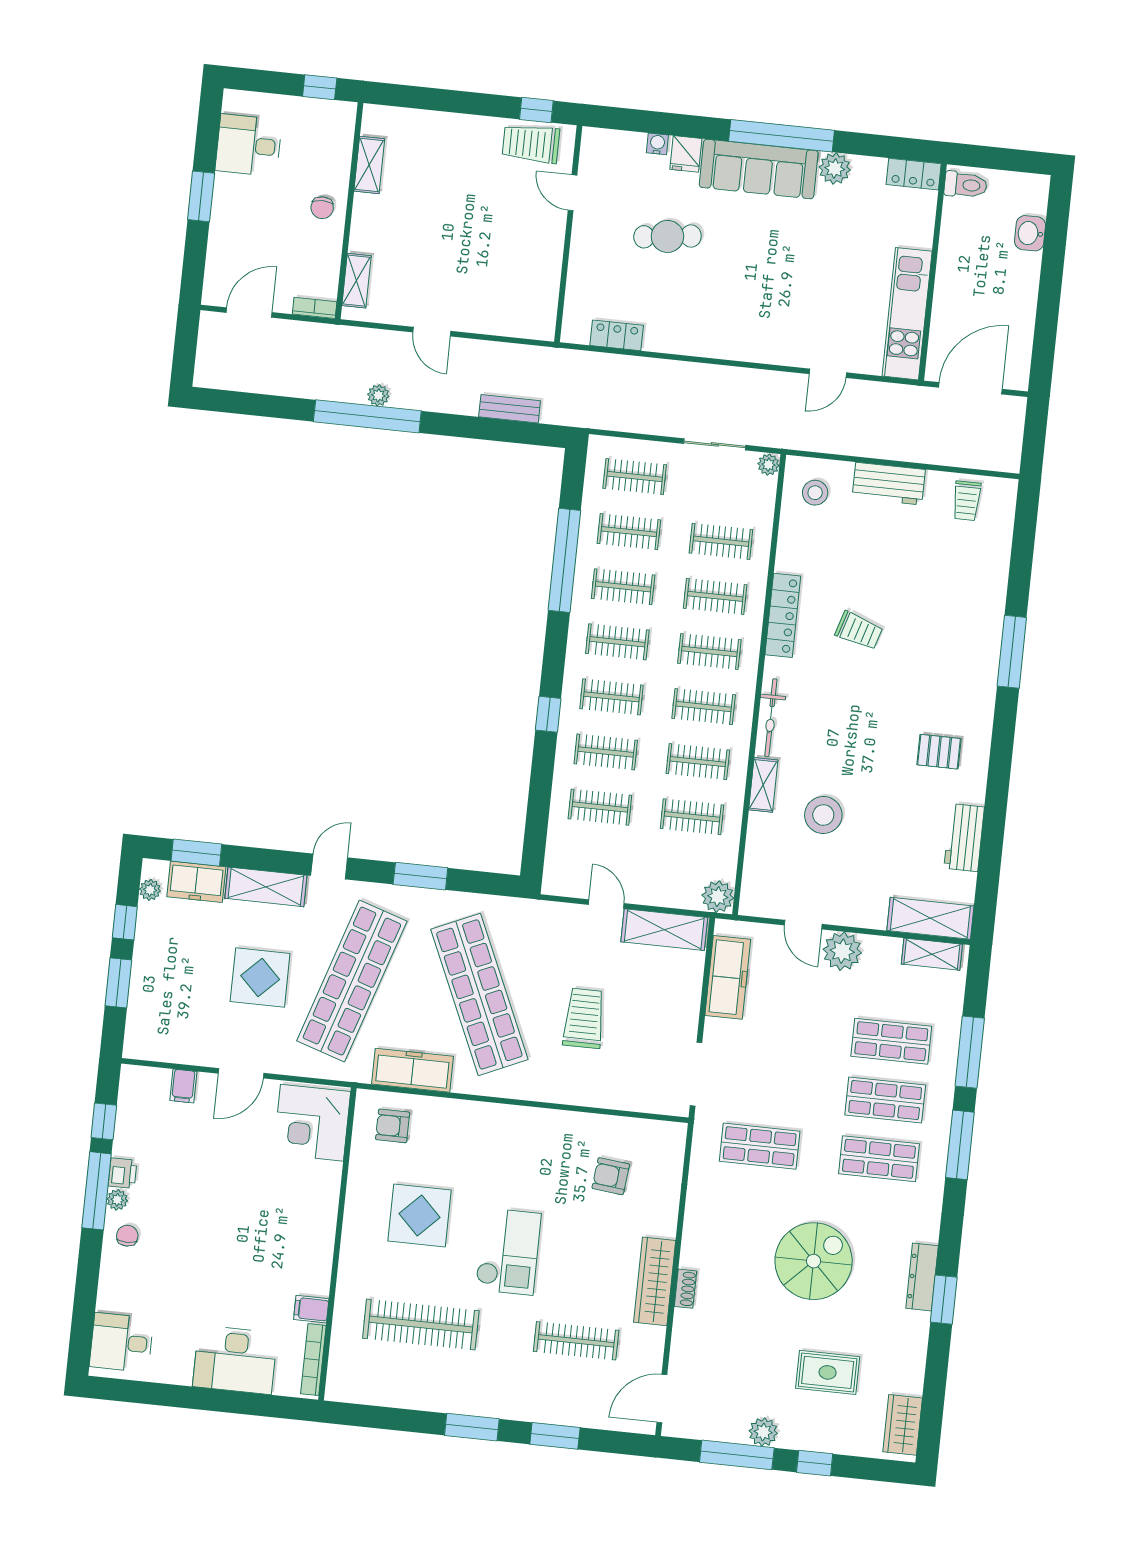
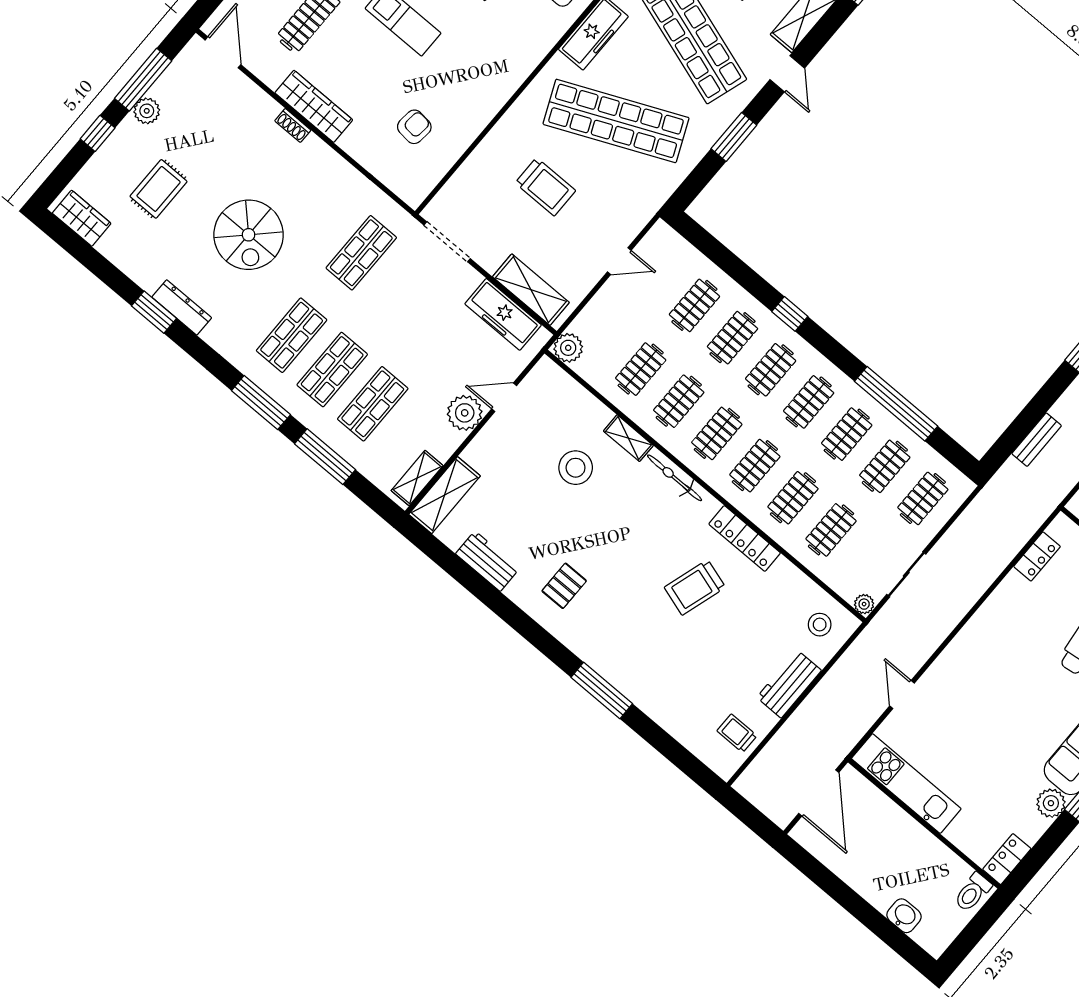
trolley: (859, 631) -> (695, 587), width x1.36, depth x1.39
shelving: (664, 930) -> (531, 290), moved, turned 90

